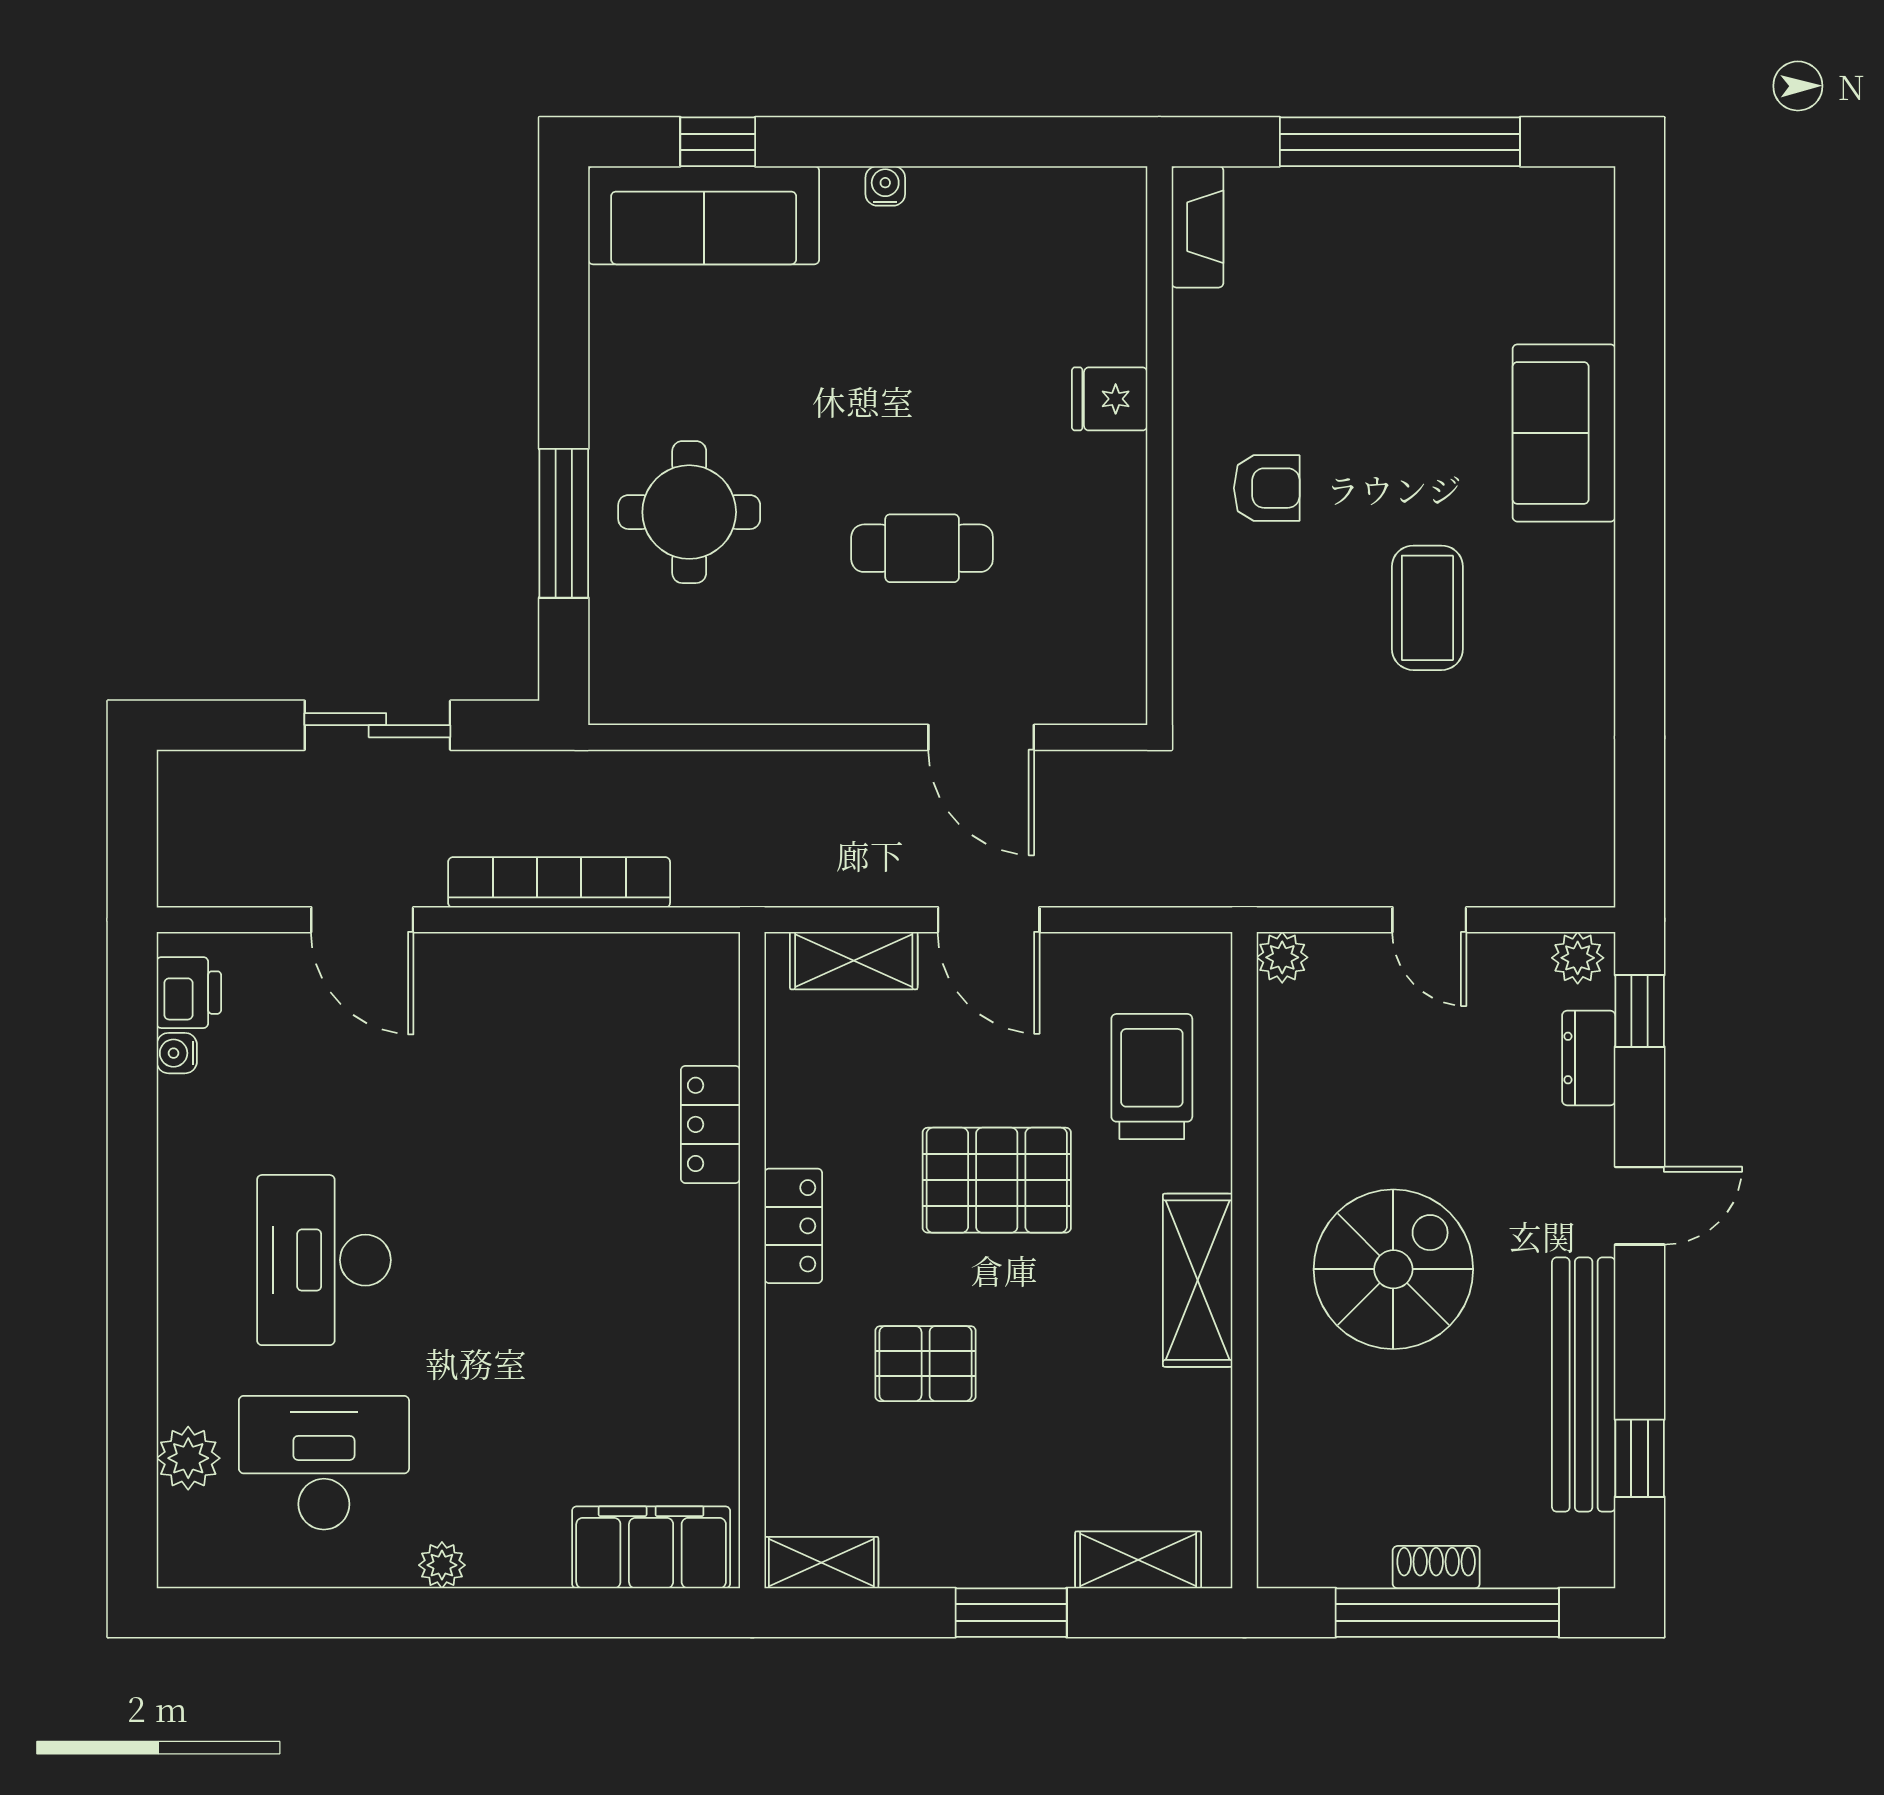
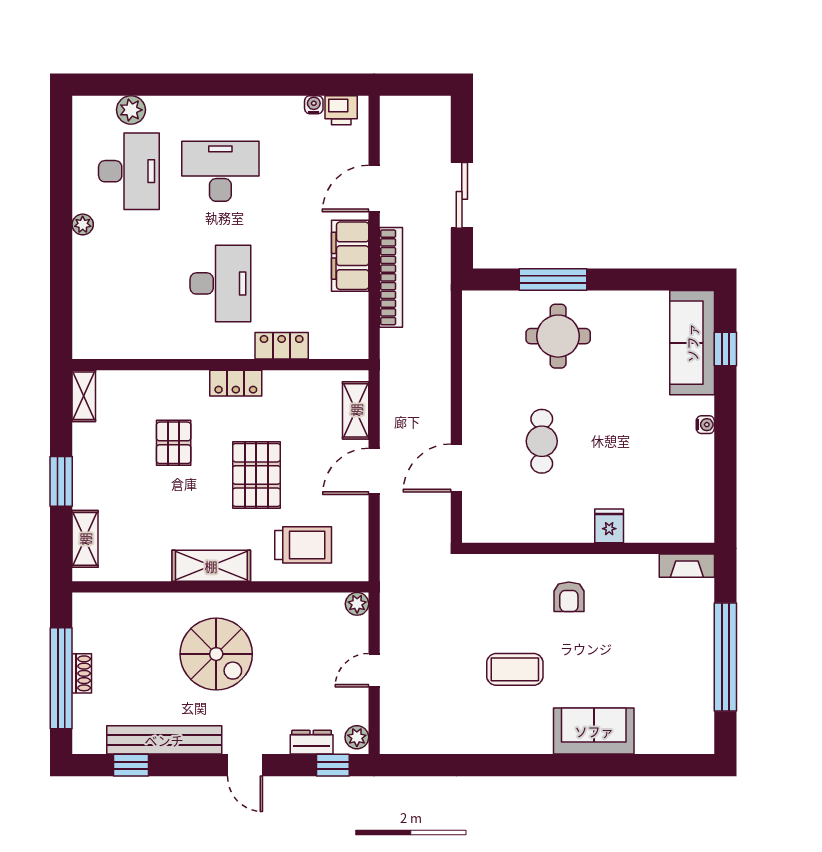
desk: (573, 1260) -> (220, 283), added
filing cabinet: (651, 1547) -> (350, 256), moved, turned 180

